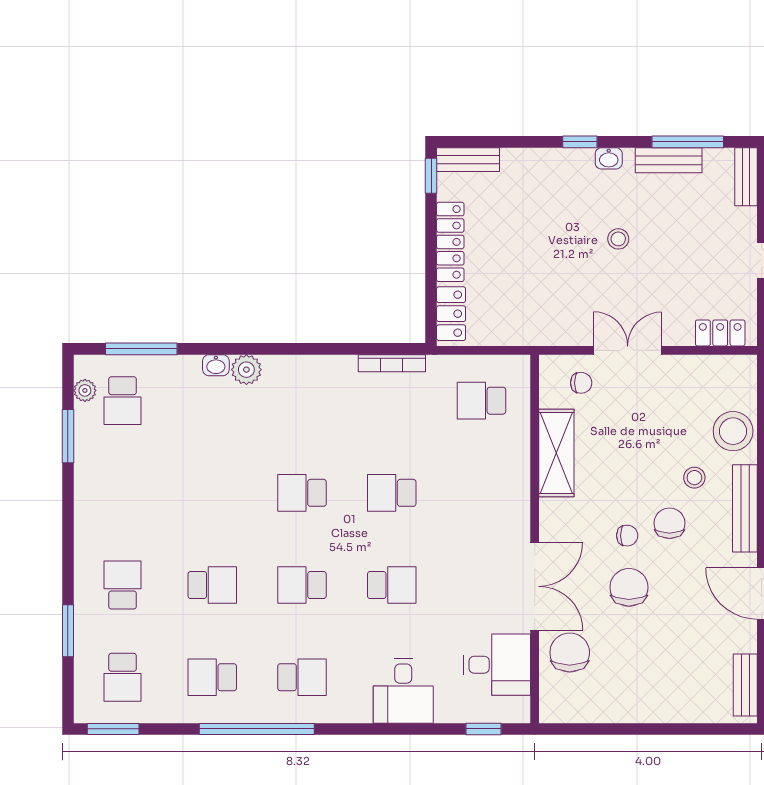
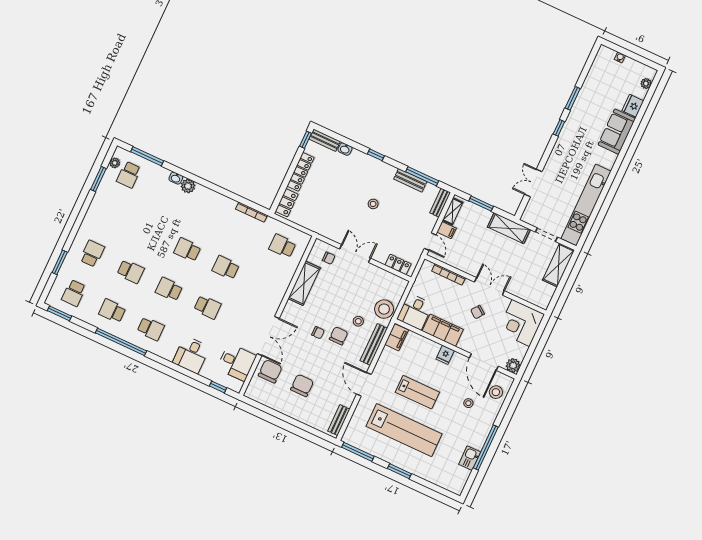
washbasin: (609, 158) -> (345, 149), moved
chair: (629, 587) -> (302, 385), moved

